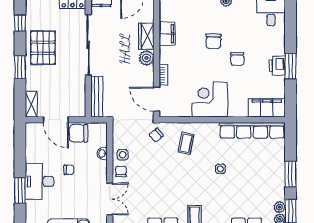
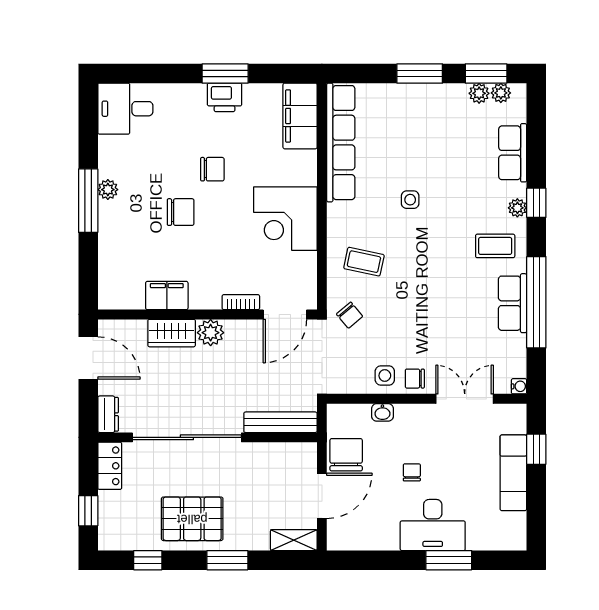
chair: (79, 133) -> (346, 455), turned 180

